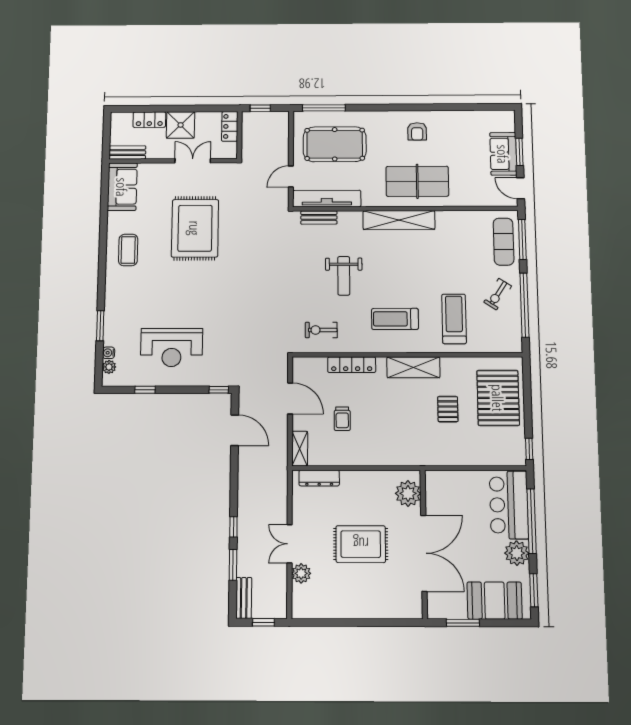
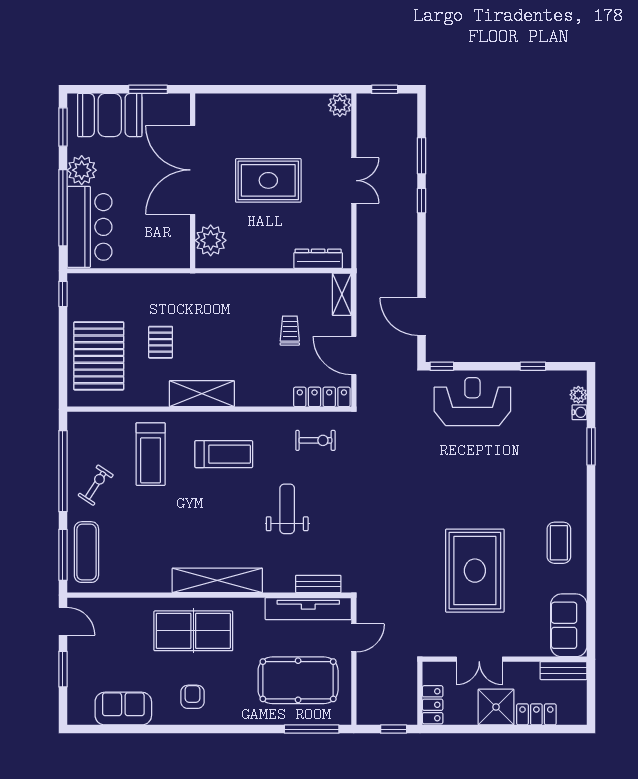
sofa: (503, 154) -> (123, 709), moved, turned -90
reception desk: (172, 347) -> (472, 402), moved
locker: (352, 365) -> (322, 397), moved
plant: (301, 573) -> (340, 105), moved
bench: (244, 598) -> (408, 117), removed

